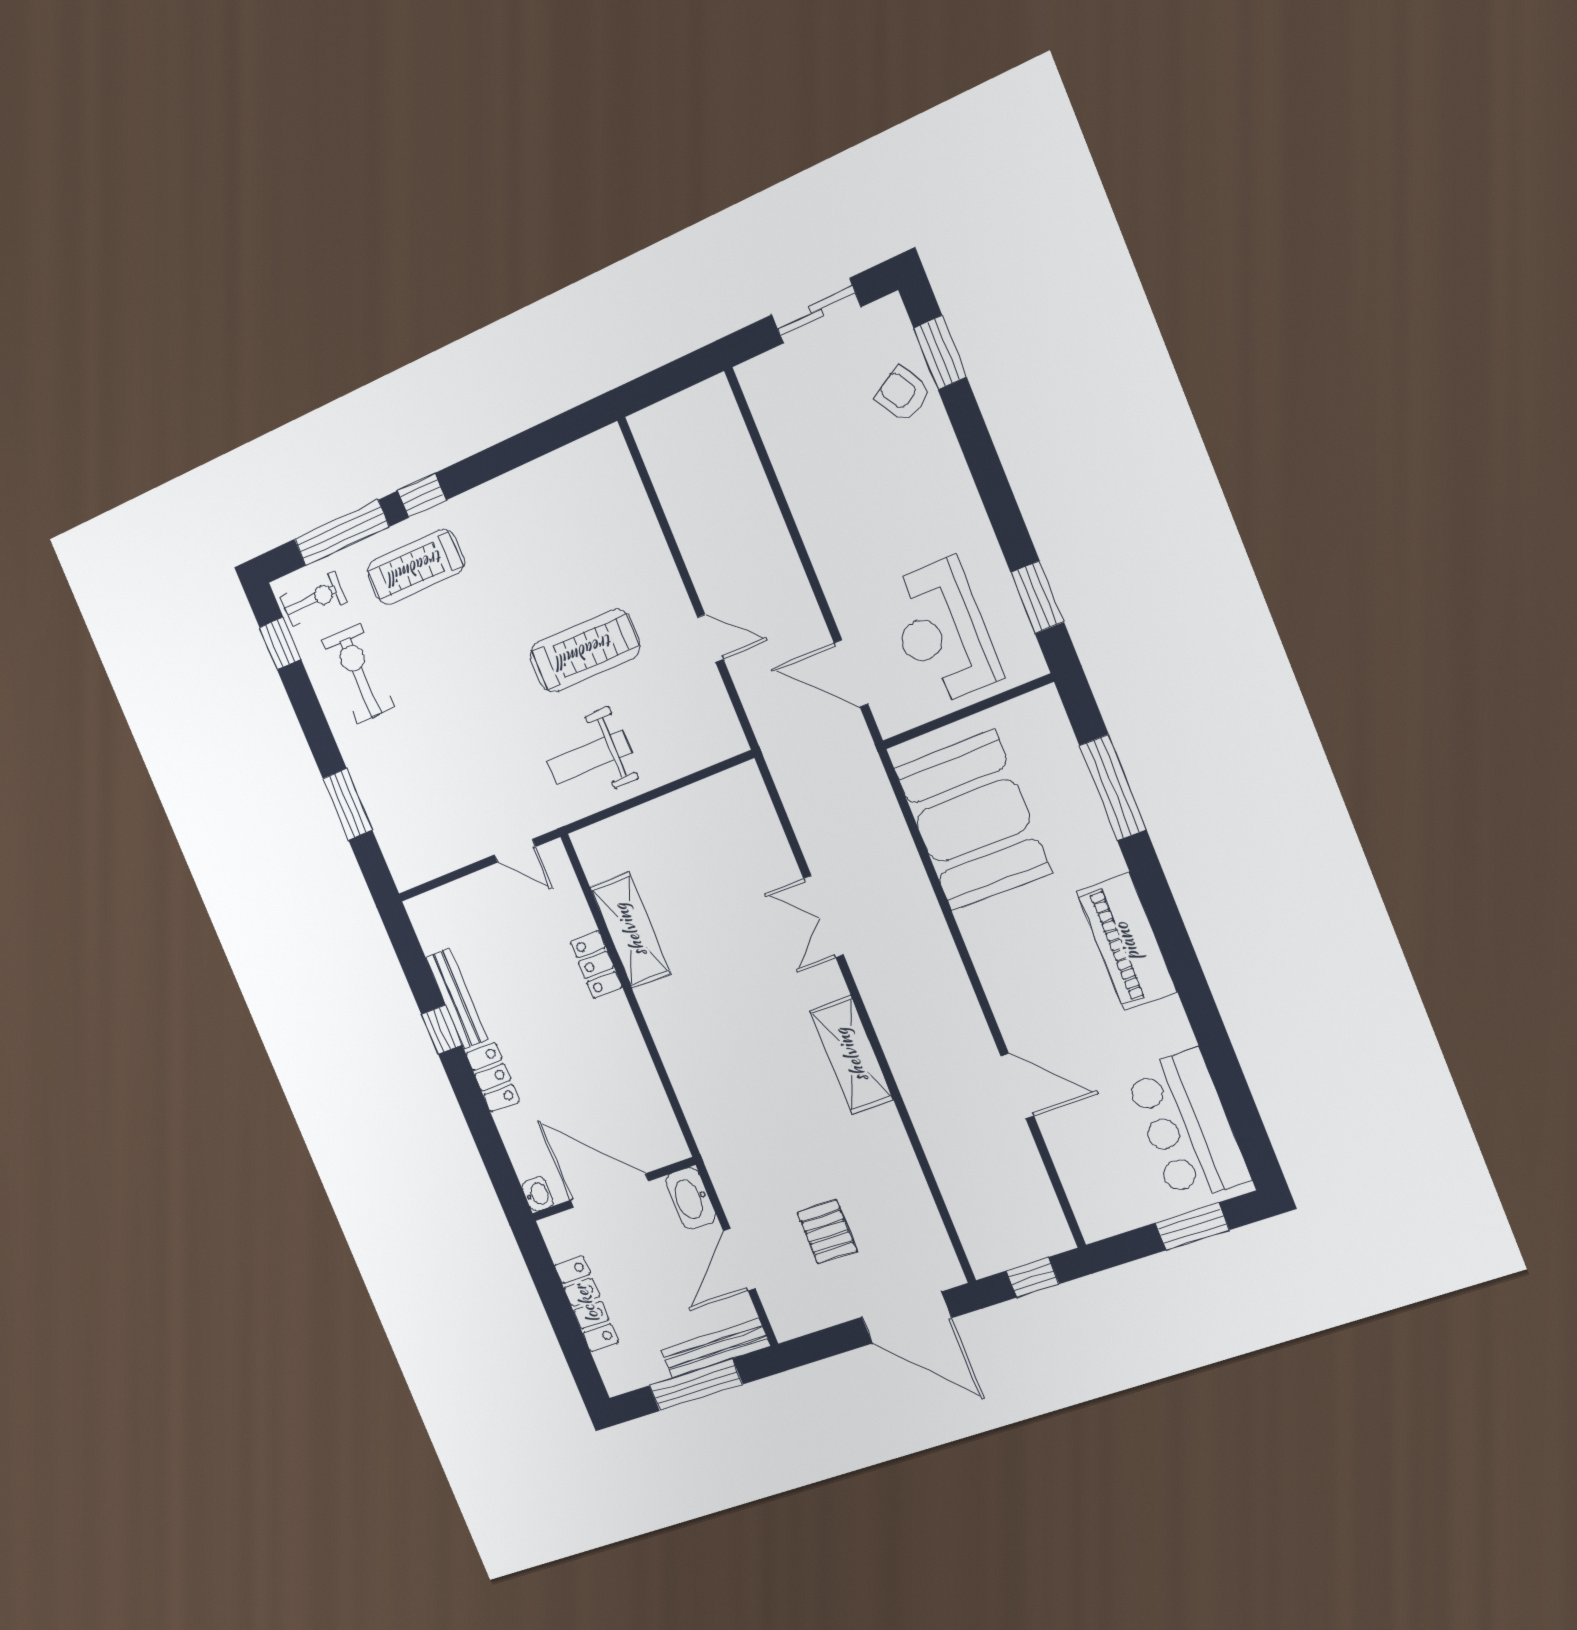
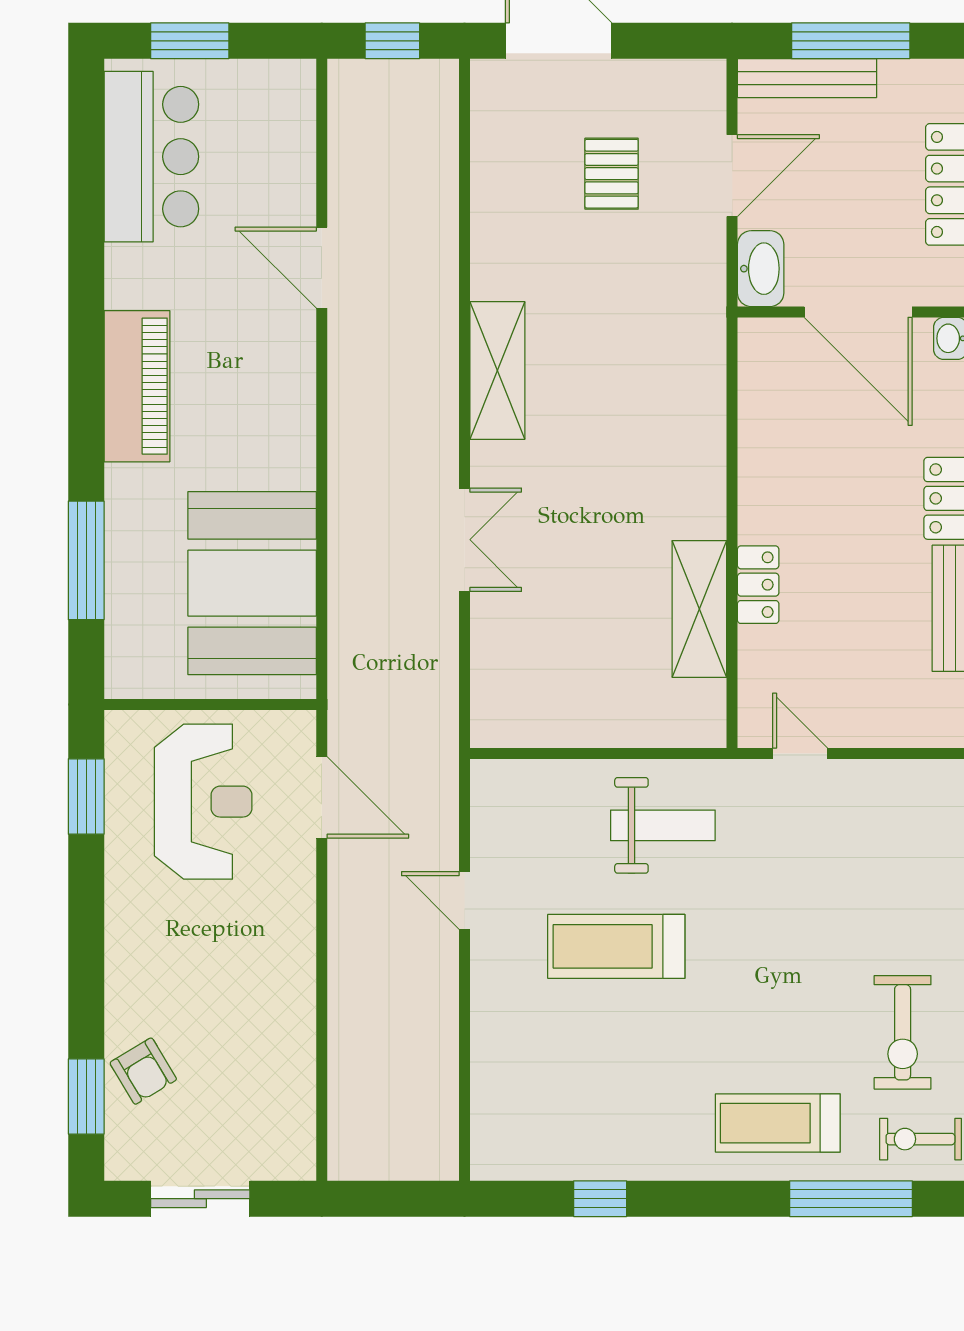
window: (422, 495) -> (600, 1199), moved
treadmill: (416, 567) -> (778, 1123), turned 180

